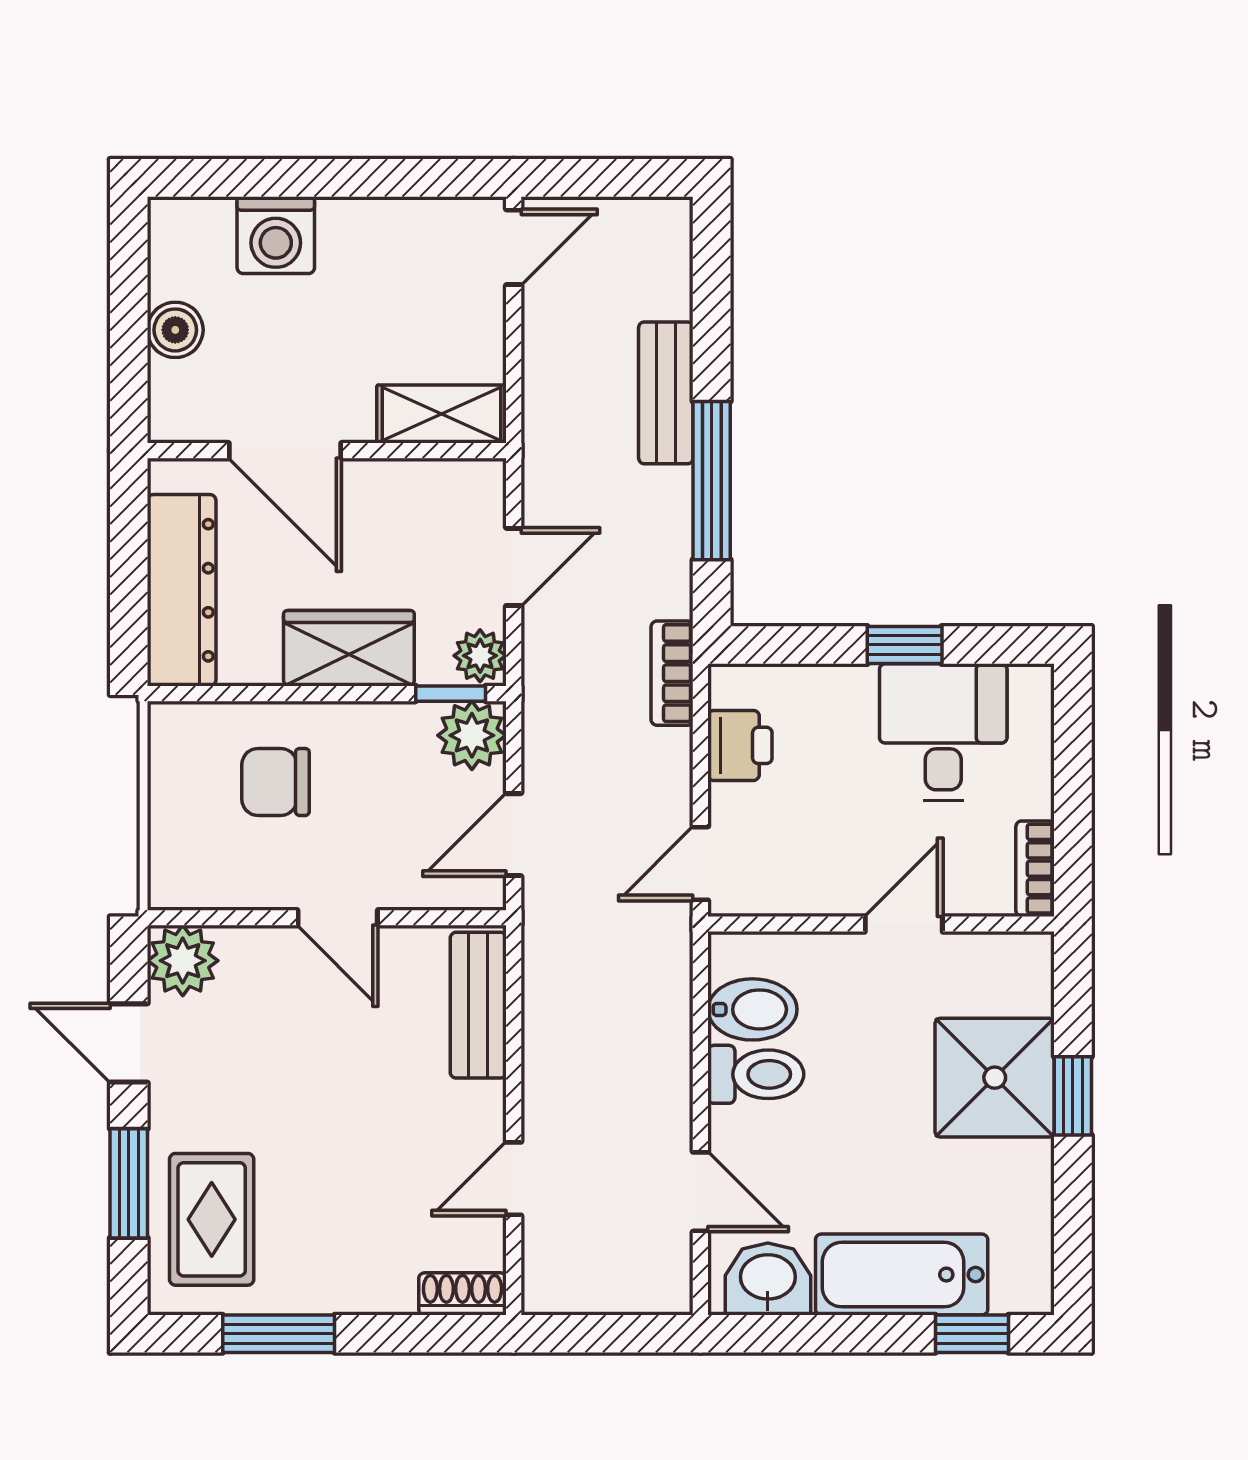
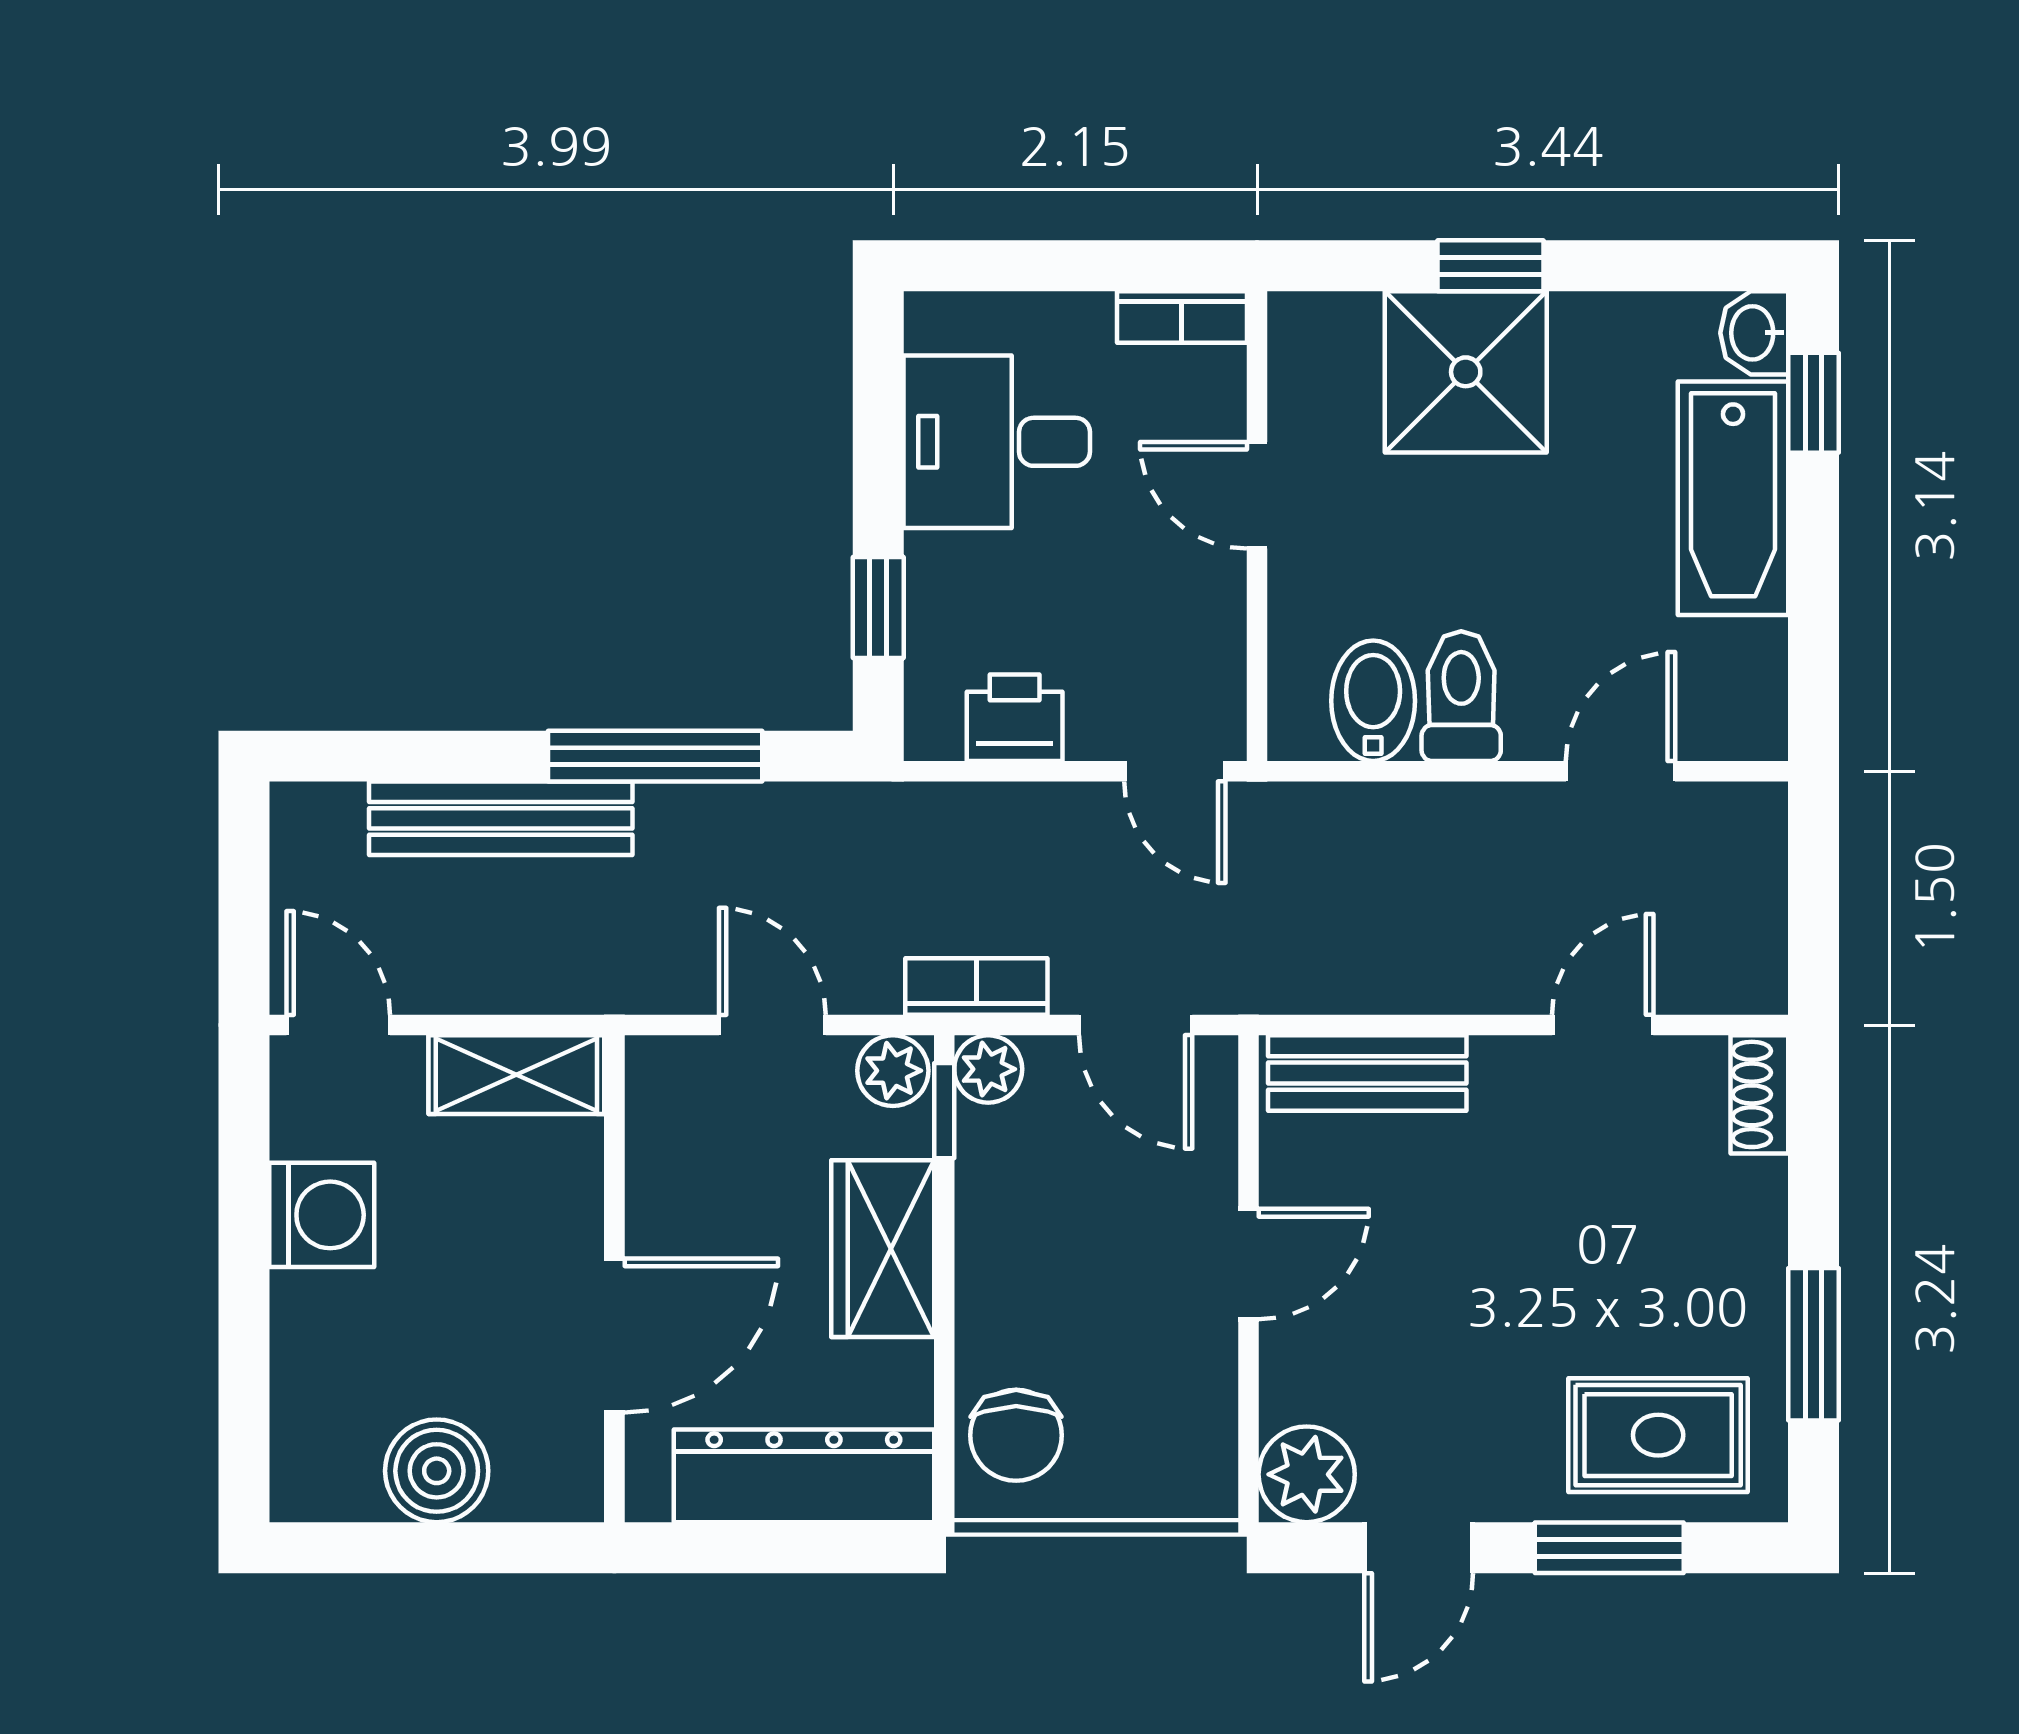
washing machine: (276, 235) -> (322, 1215), moved
boiler: (175, 330) -> (437, 1471), width x1.36, depth x1.36
bench: (666, 393) -> (501, 818), width x1.36
shelving: (442, 414) -> (516, 1075), moved, turned 90
window: (905, 645) -> (878, 608), moved
bookcase: (672, 673) -> (976, 987), moved, turned 180
plant: (472, 735) -> (988, 1069), width x0.73, depth x0.73
chair: (275, 782) -> (1016, 1435), moved
door: (514, 1179) -> (1603, 1025), swing flipped
washbasin: (768, 1279) -> (1754, 333), moved, width x0.72, depth x0.69

